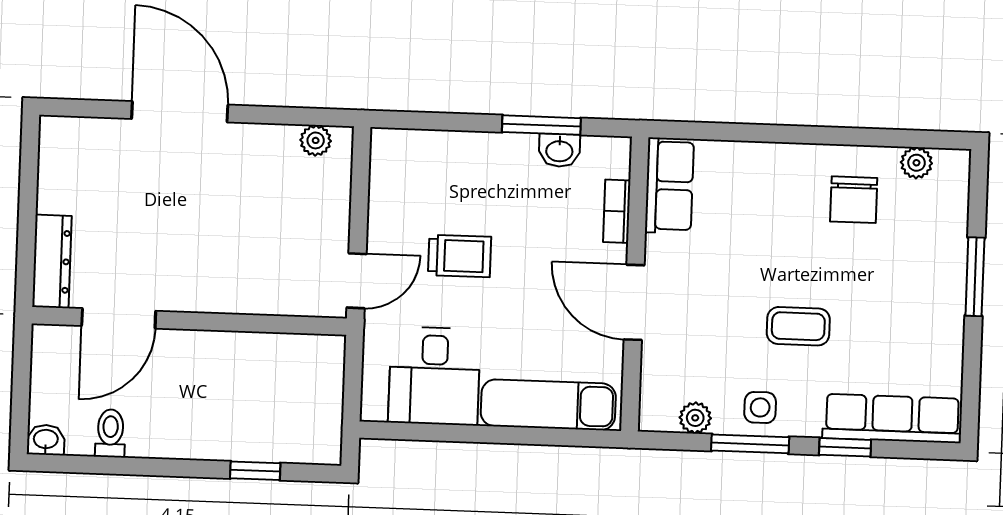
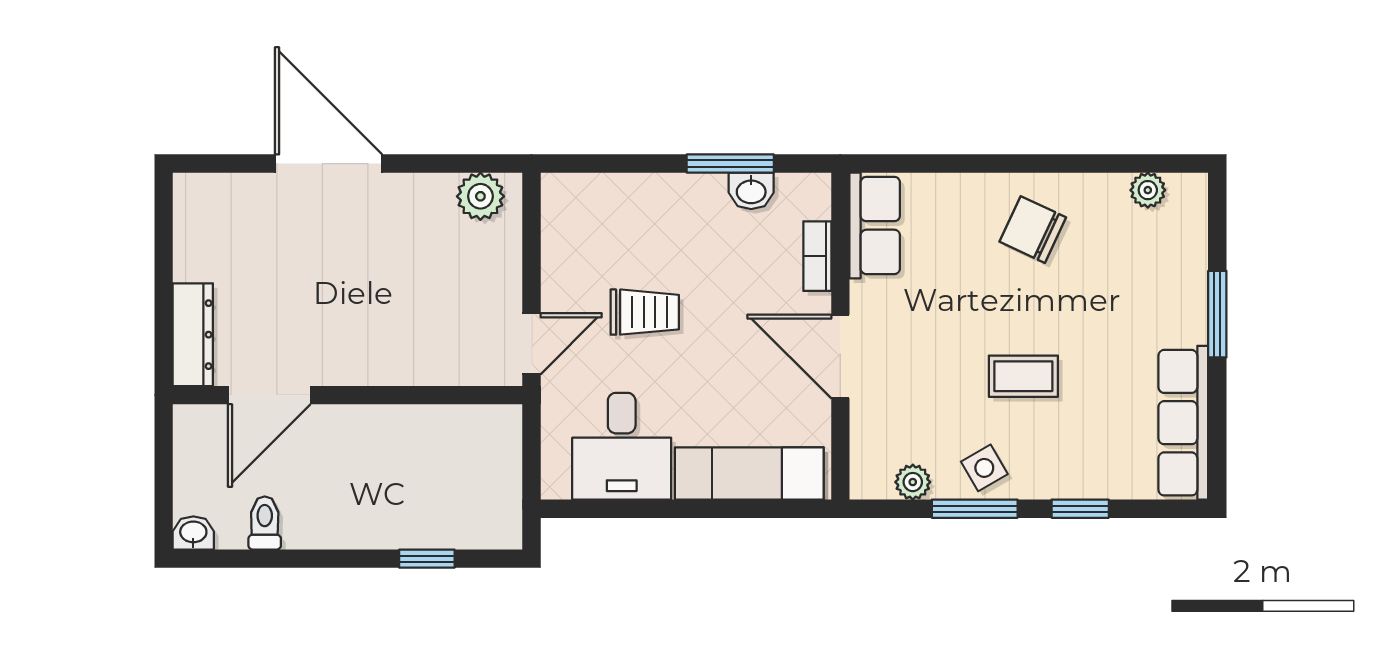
plant: (316, 140) -> (480, 196), width x1.38, depth x1.38
chair: (854, 200) -> (1033, 230), moved, turned 115
side table: (760, 407) -> (984, 468), turned -30
row of seats: (892, 418) -> (1183, 423), moved, turned -90

